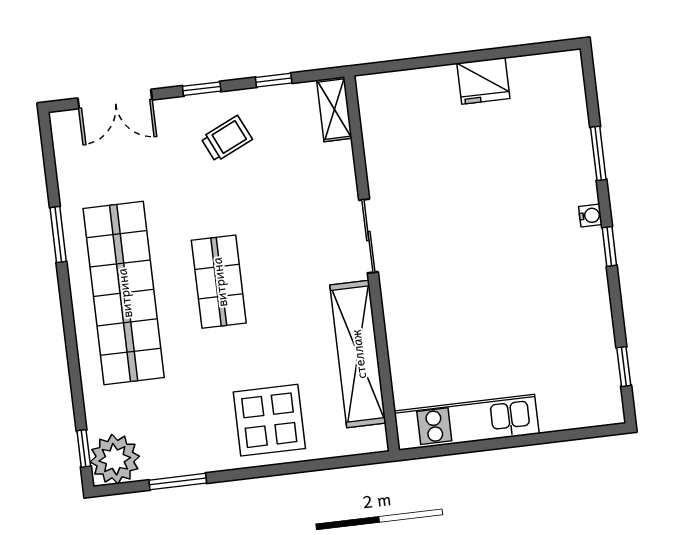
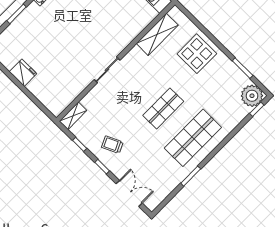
shop shelf: (124, 293) -> (193, 138), width x0.71
shelving: (358, 354) -> (157, 34), width x0.68

